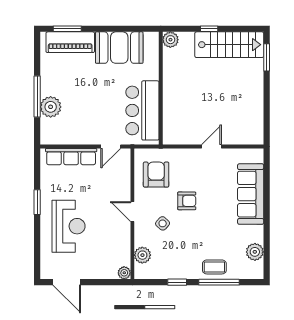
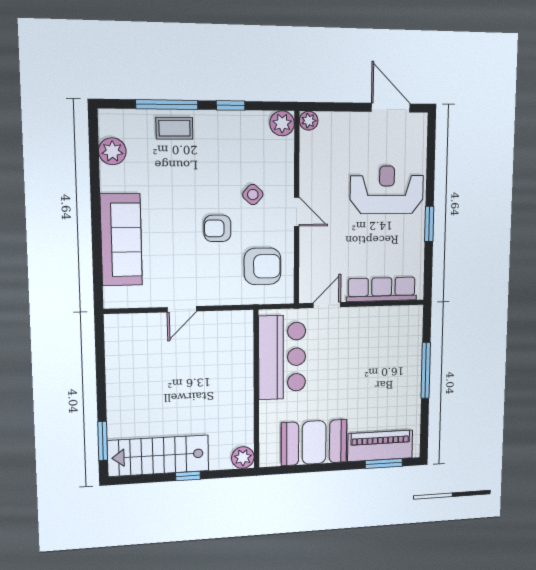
plant: (51, 107) -> (408, 357), removed
armchair: (156, 175) -> (262, 266), turned -90
reception desk: (69, 226) -> (387, 190), turned 90
plant: (142, 255) -> (282, 123), moved

